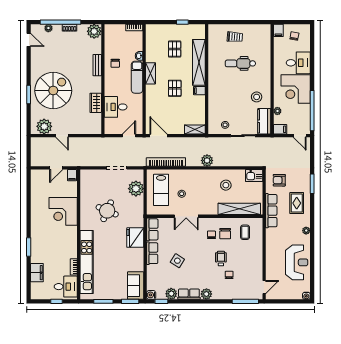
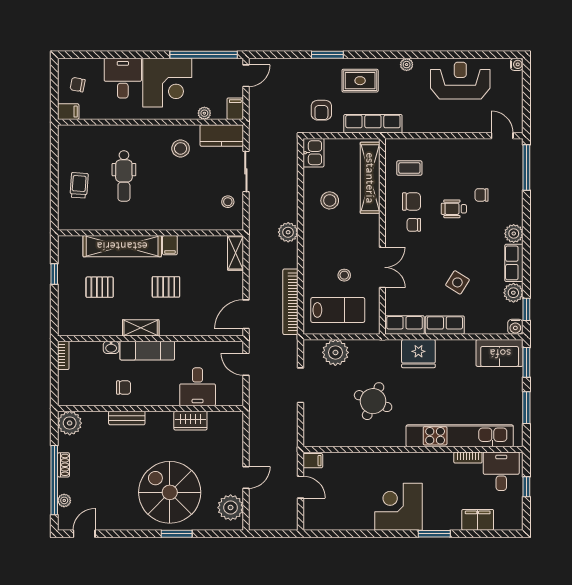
corner desk: (63, 211) -> (399, 507), moved, turned 180

